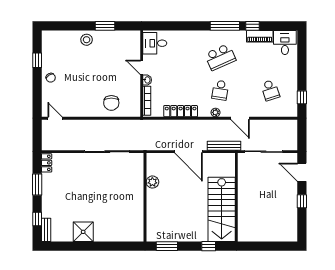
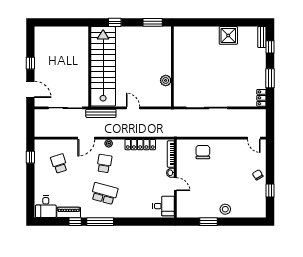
school desk: (220, 57) -> (104, 194), turned 39
door: (240, 118) -> (86, 138), swing flipped
door: (188, 152) -> (133, 108), width x0.53
stairs: (222, 209) -> (103, 66), width x1.36

